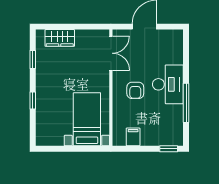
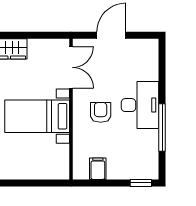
armchair: (135, 90) -> (101, 112), turned 180
bed with nightstands: (87, 119) -> (37, 116), moved, turned -90

